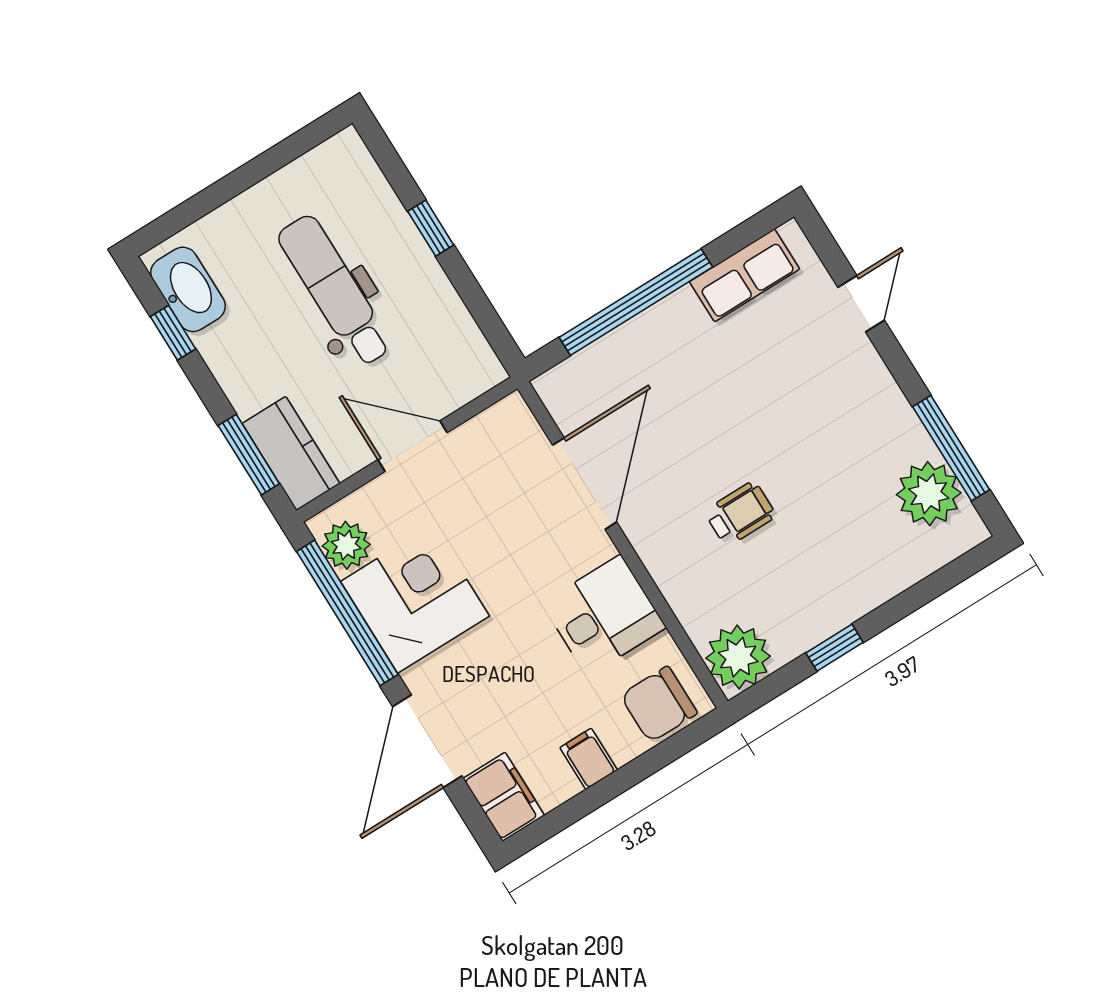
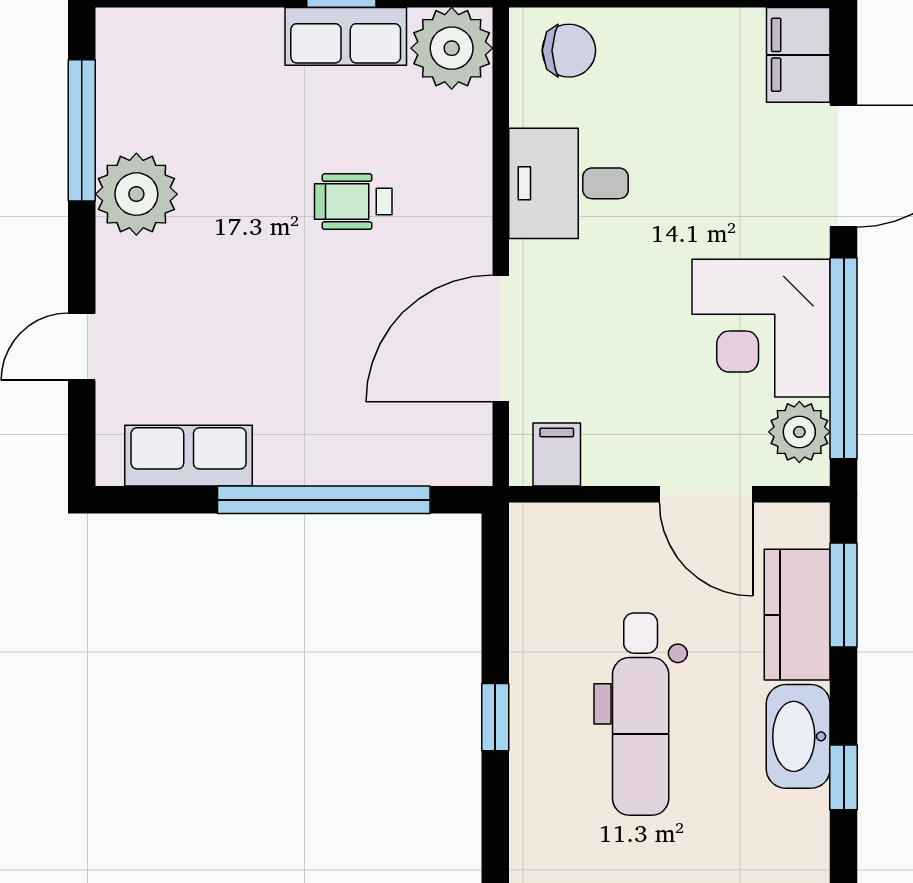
washbasin: (188, 289) -> (798, 736), moved
door: (413, 446) -> (706, 494), moved
kitchen counter: (291, 453) -> (797, 615), moved
plant: (929, 494) -> (136, 194), moved
row of seats: (814, 621) -> (346, 36), added
chair: (659, 704) -> (569, 51), width x0.73, depth x0.73
filing cabinet: (589, 759) -> (557, 455), moved, turned 180

